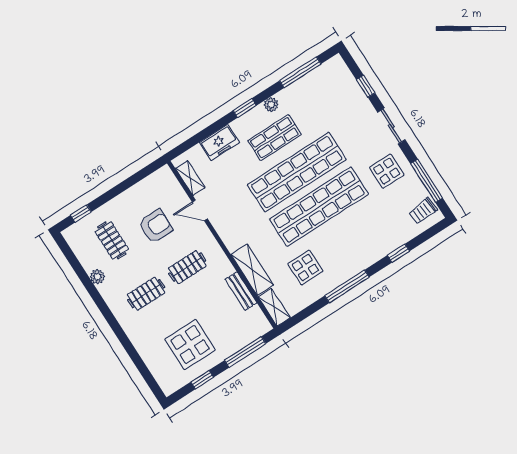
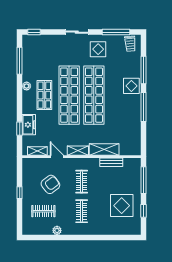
window: (366, 86) -> (34, 32), moved
window: (245, 108) -> (20, 129), moved
door: (200, 210) -> (57, 157), swing flipped
window: (81, 214) -> (20, 193), moved
armchair: (156, 226) -> (50, 184), turned 53
window: (398, 253) -> (143, 70), width x2.17
display table: (305, 267) -> (131, 86), moved
shelving: (274, 307) -> (78, 151), moved

